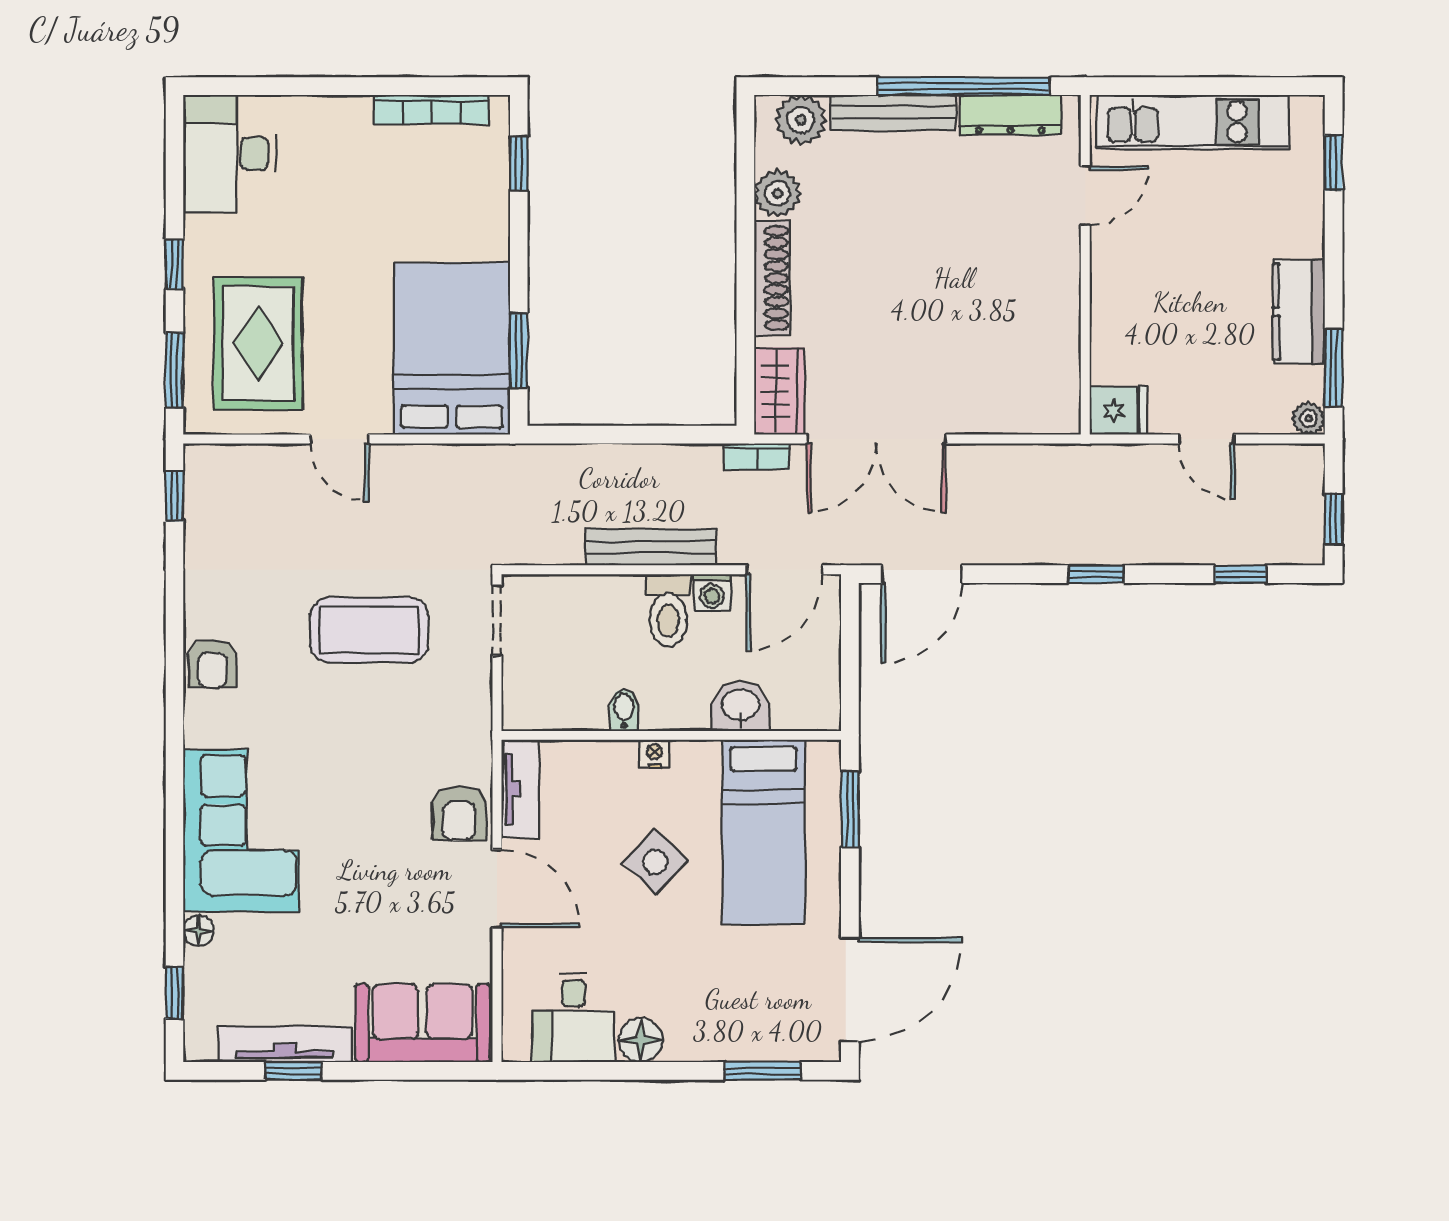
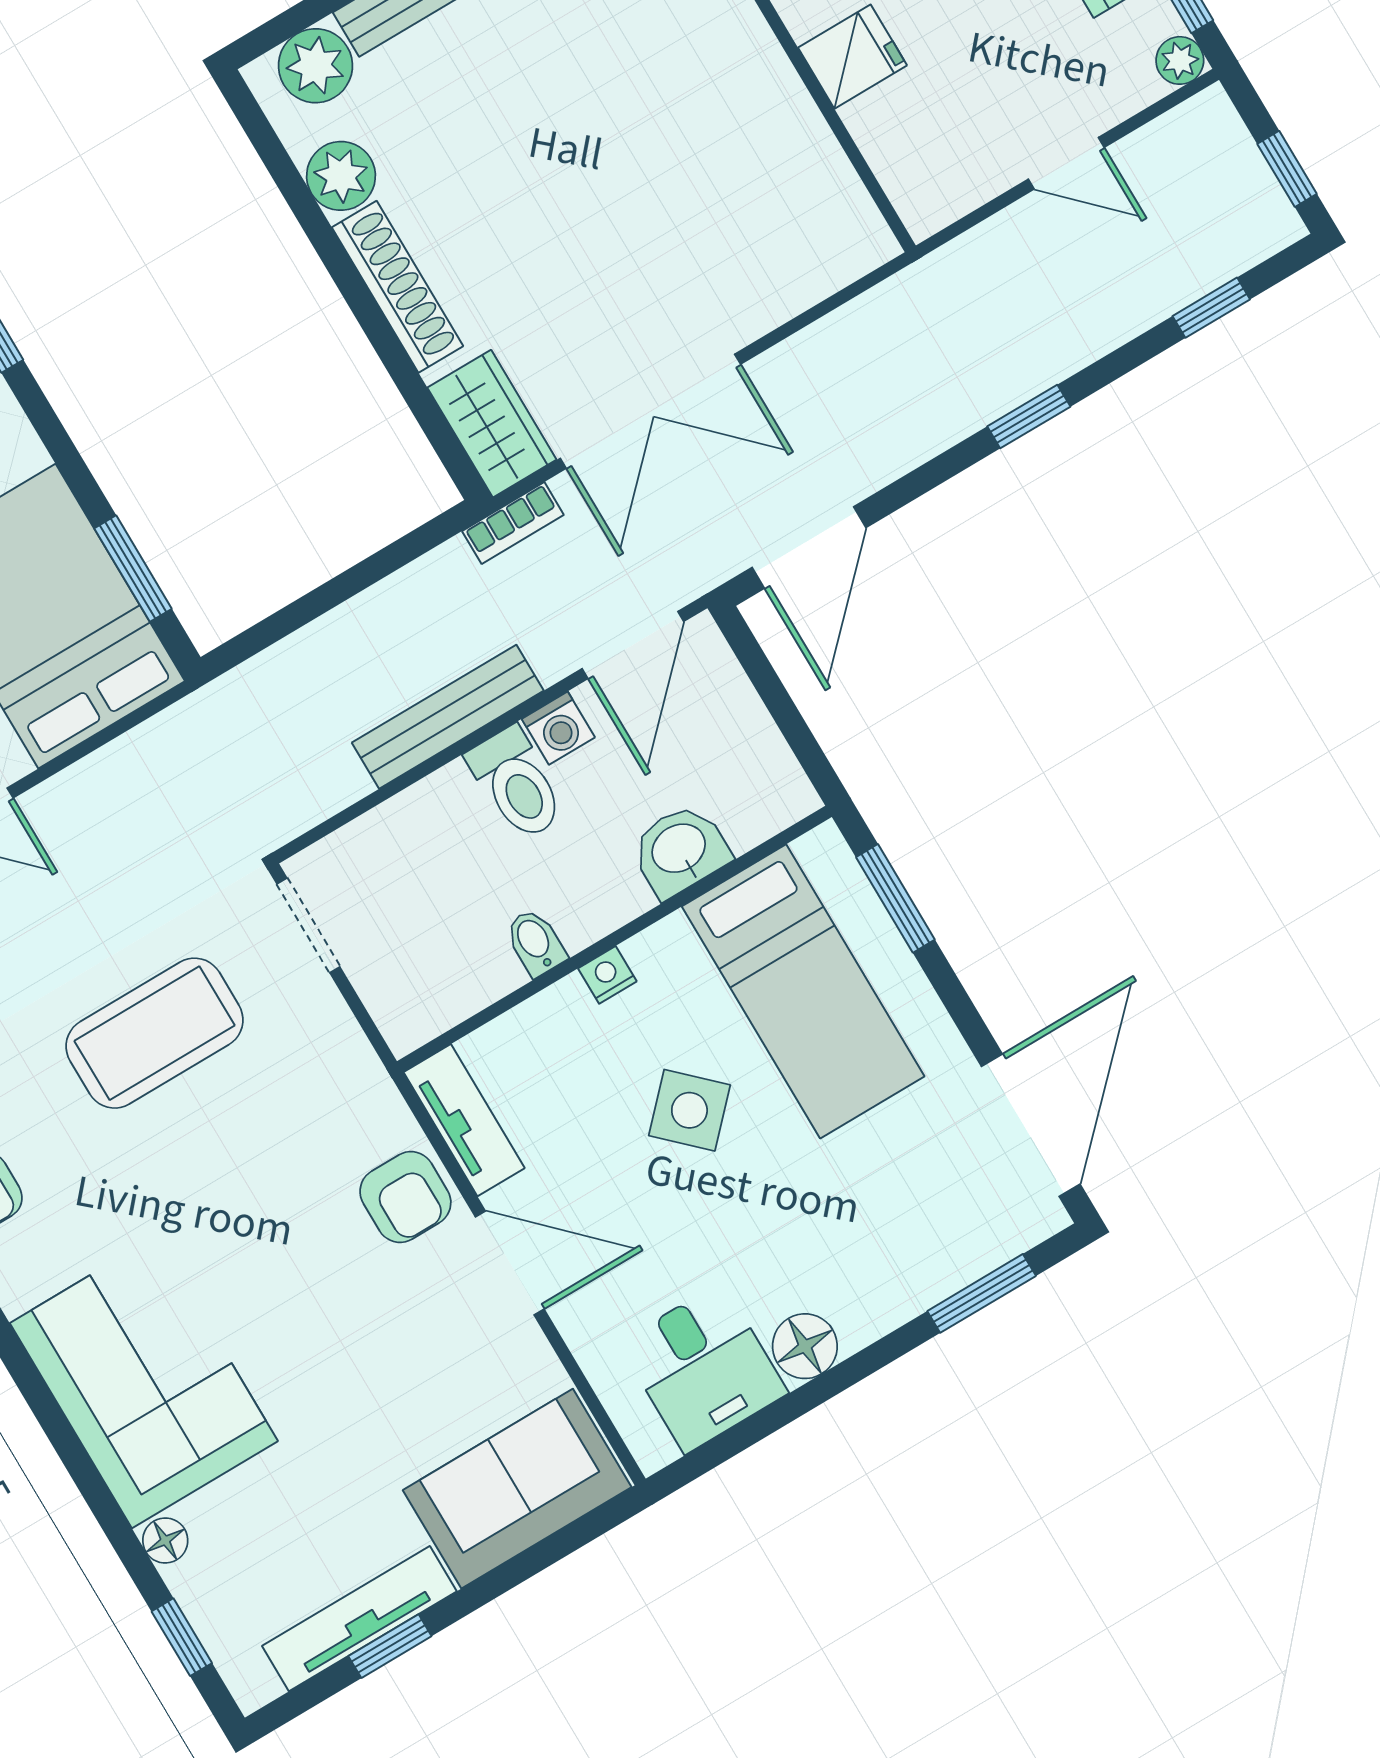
fridge: (1118, 410) -> (852, 57), moved

